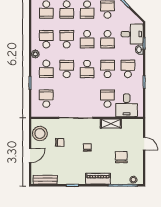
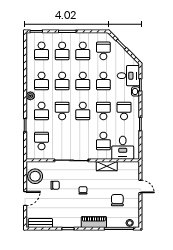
school desk: (46, 39) -> (42, 81), turned 180
school desk: (67, 39) -> (62, 81), turned 180
school desk: (107, 99) -> (103, 141), turned 180

